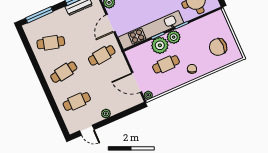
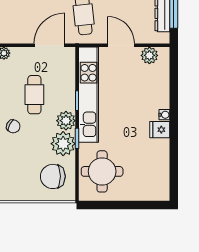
plant: (160, 45) -> (63, 144), moved
chair: (218, 47) -> (53, 176), moved, turned -90
door: (137, 82) -> (49, 45), moved

